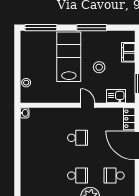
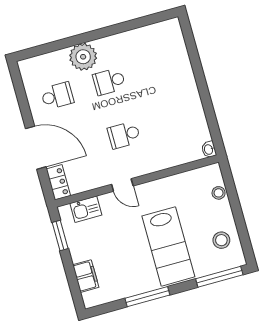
stool: (99, 67) -> (221, 240), moved

